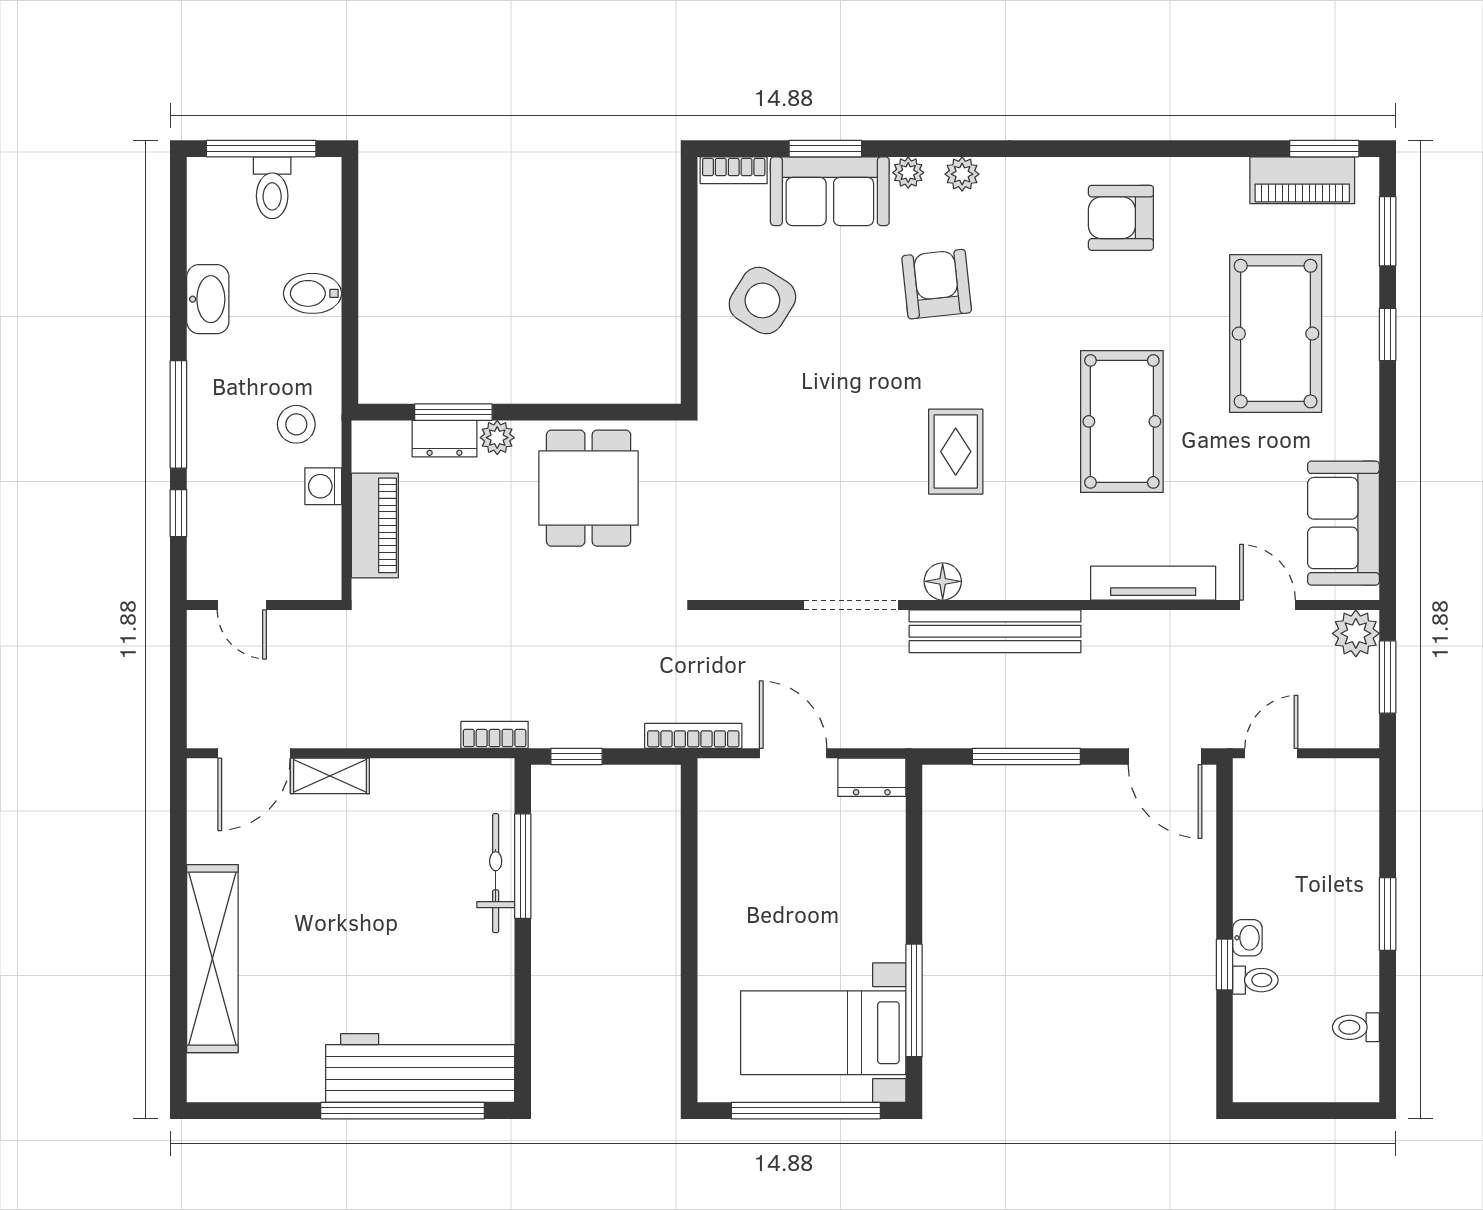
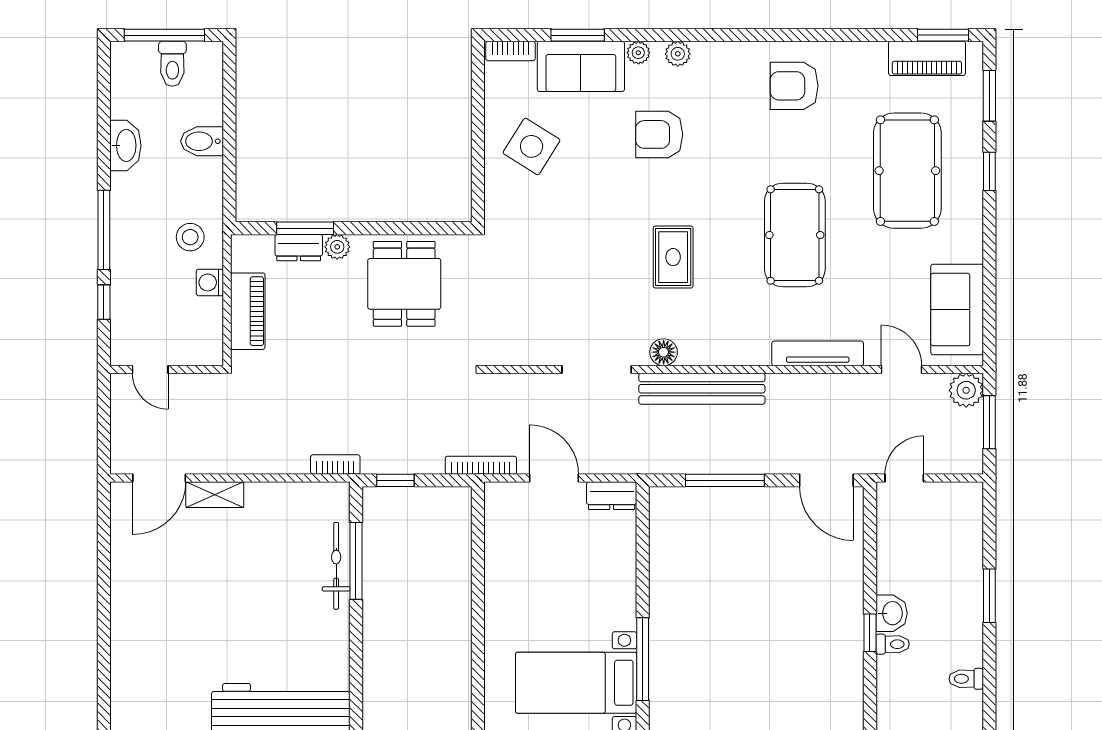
armchair: (937, 284) -> (659, 134), turned -84
washbasin: (1247, 938) -> (892, 613), width x1.38, depth x1.45
shelving: (212, 959) -> (129, 628), removed

